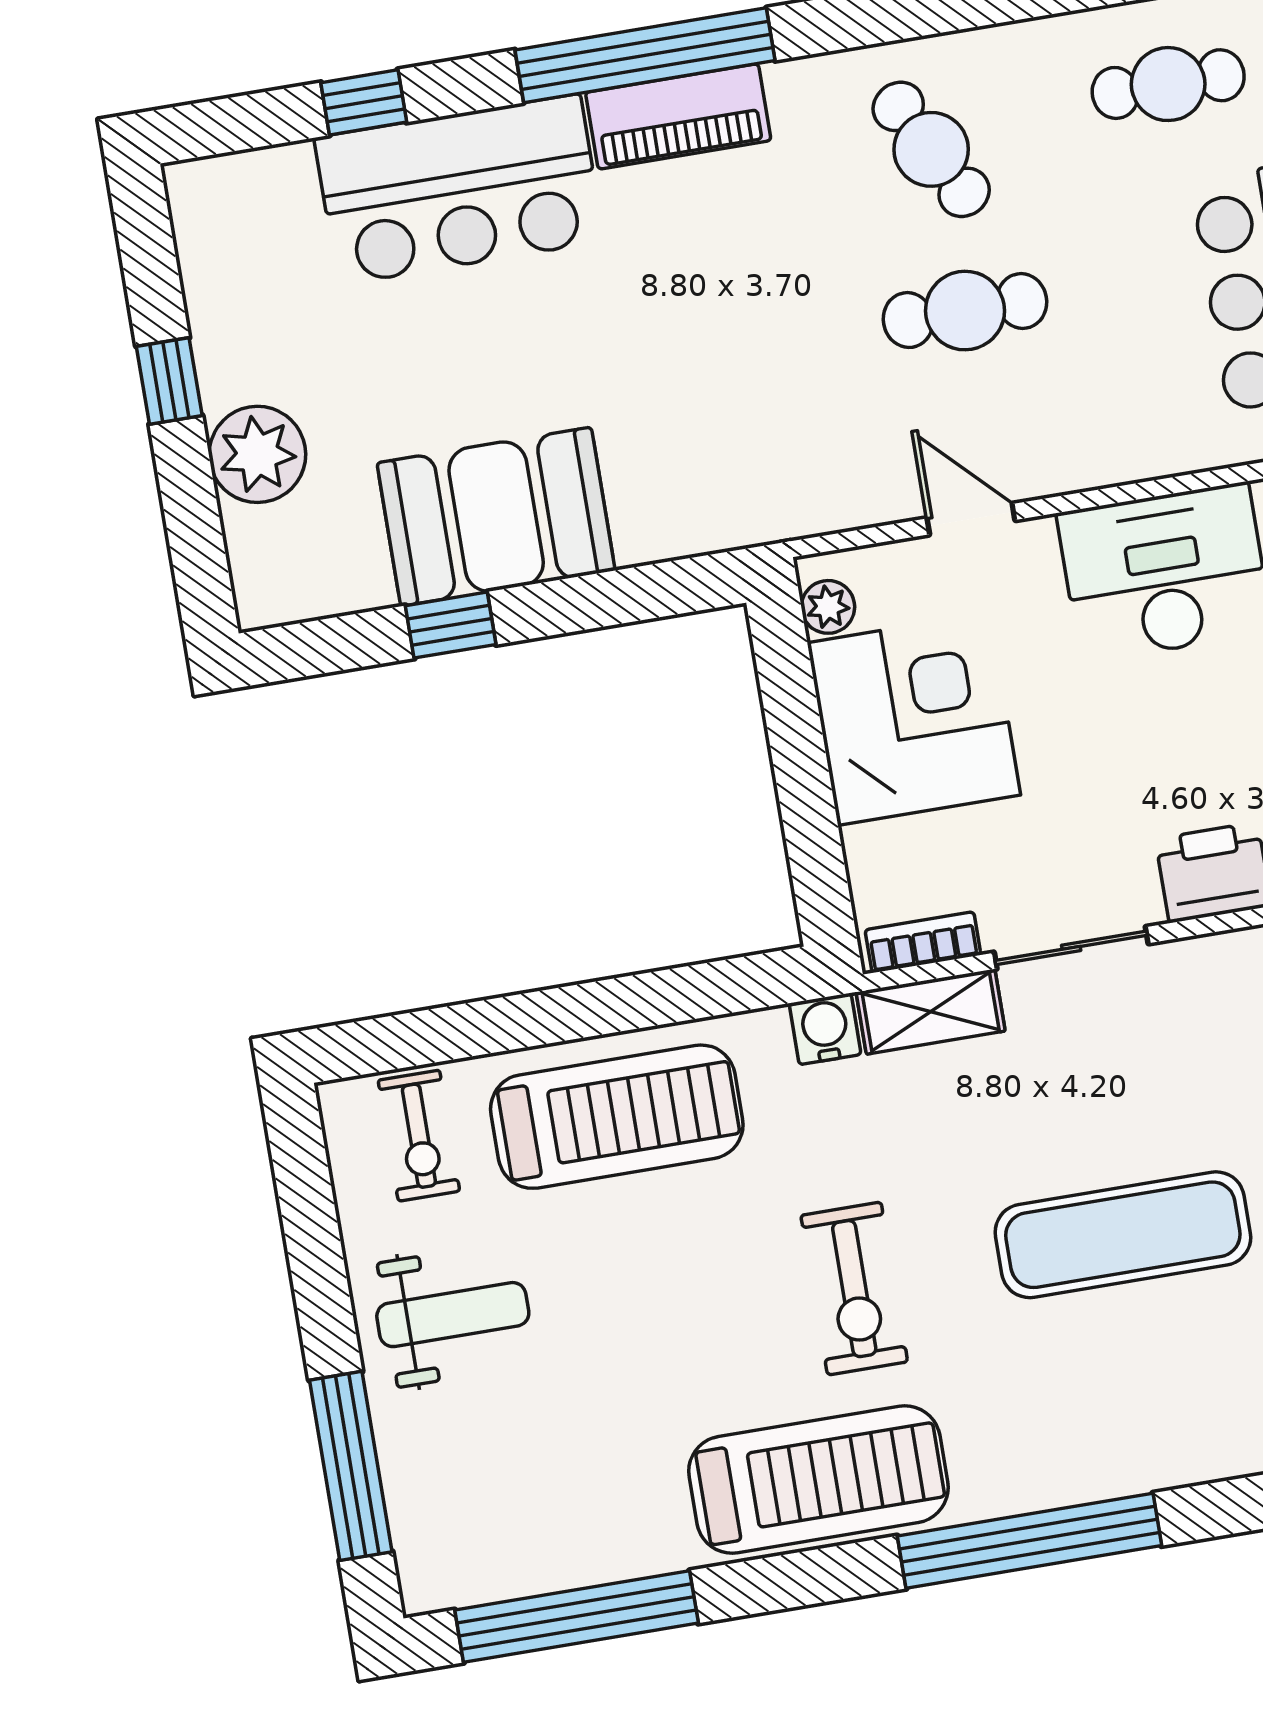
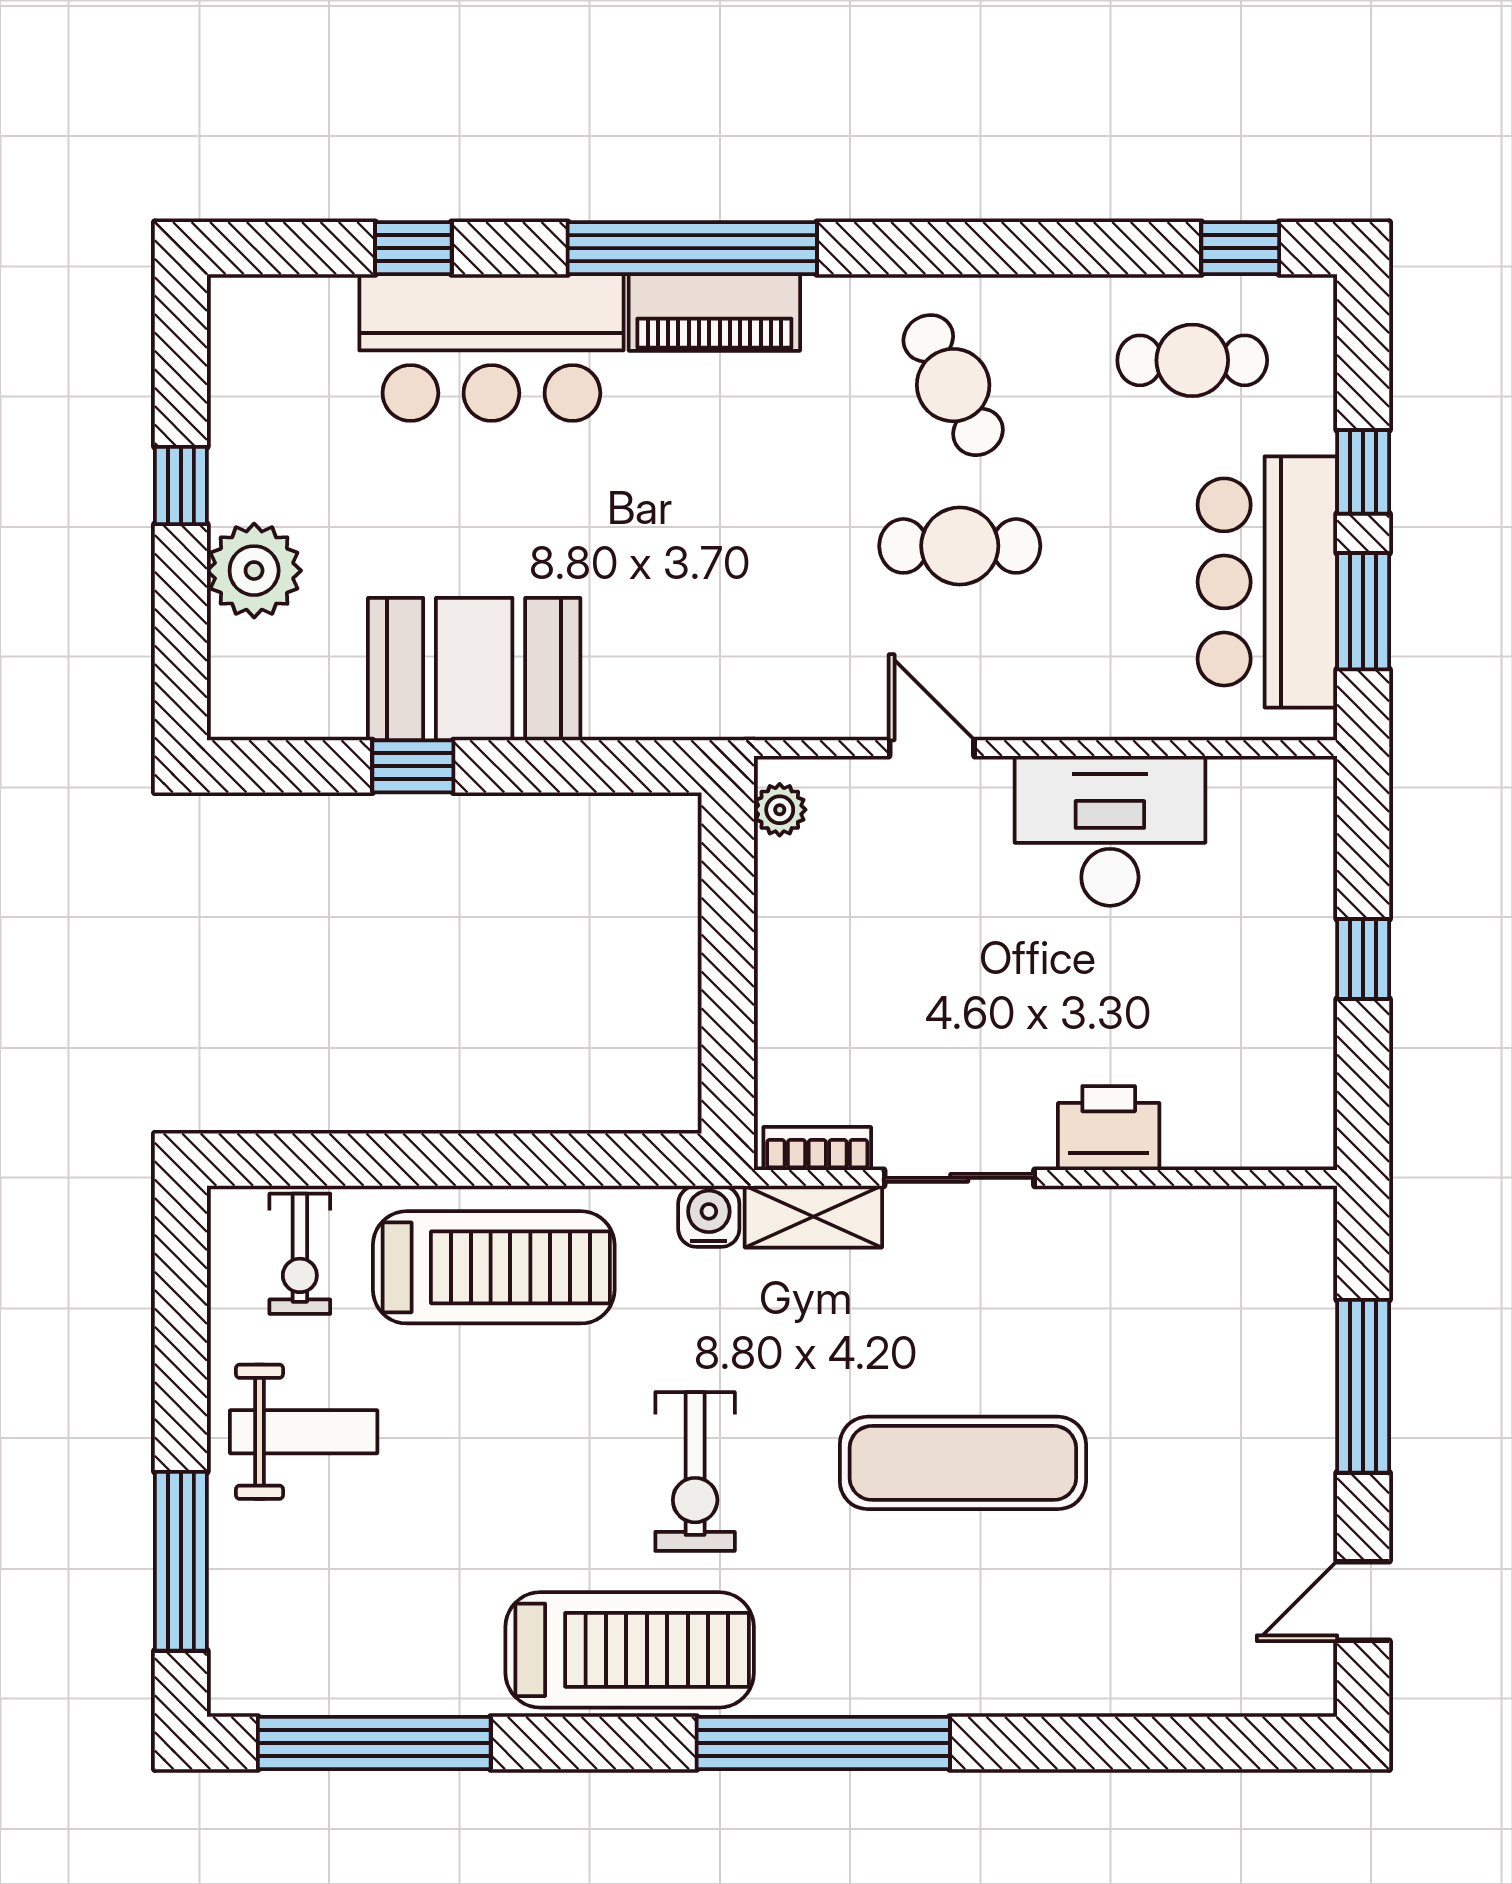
corner desk: (914, 719) -> (844, 932), removed

